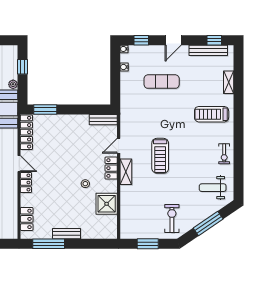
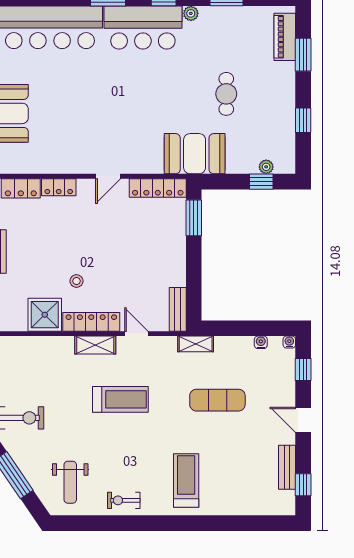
bench: (208, 50) -> (287, 467), width x0.73
exercise mat: (162, 82) -> (217, 400), moved, turned 90
shelving: (229, 82) -> (196, 344), moved
plant: (13, 84) -> (266, 167), moved
treadmill: (160, 156) -> (120, 399), turned 180
locker: (111, 168) -> (91, 322), width x1.53
locker: (26, 182) -> (59, 187), moved
weight bench: (213, 188) -> (70, 482), turned 180

